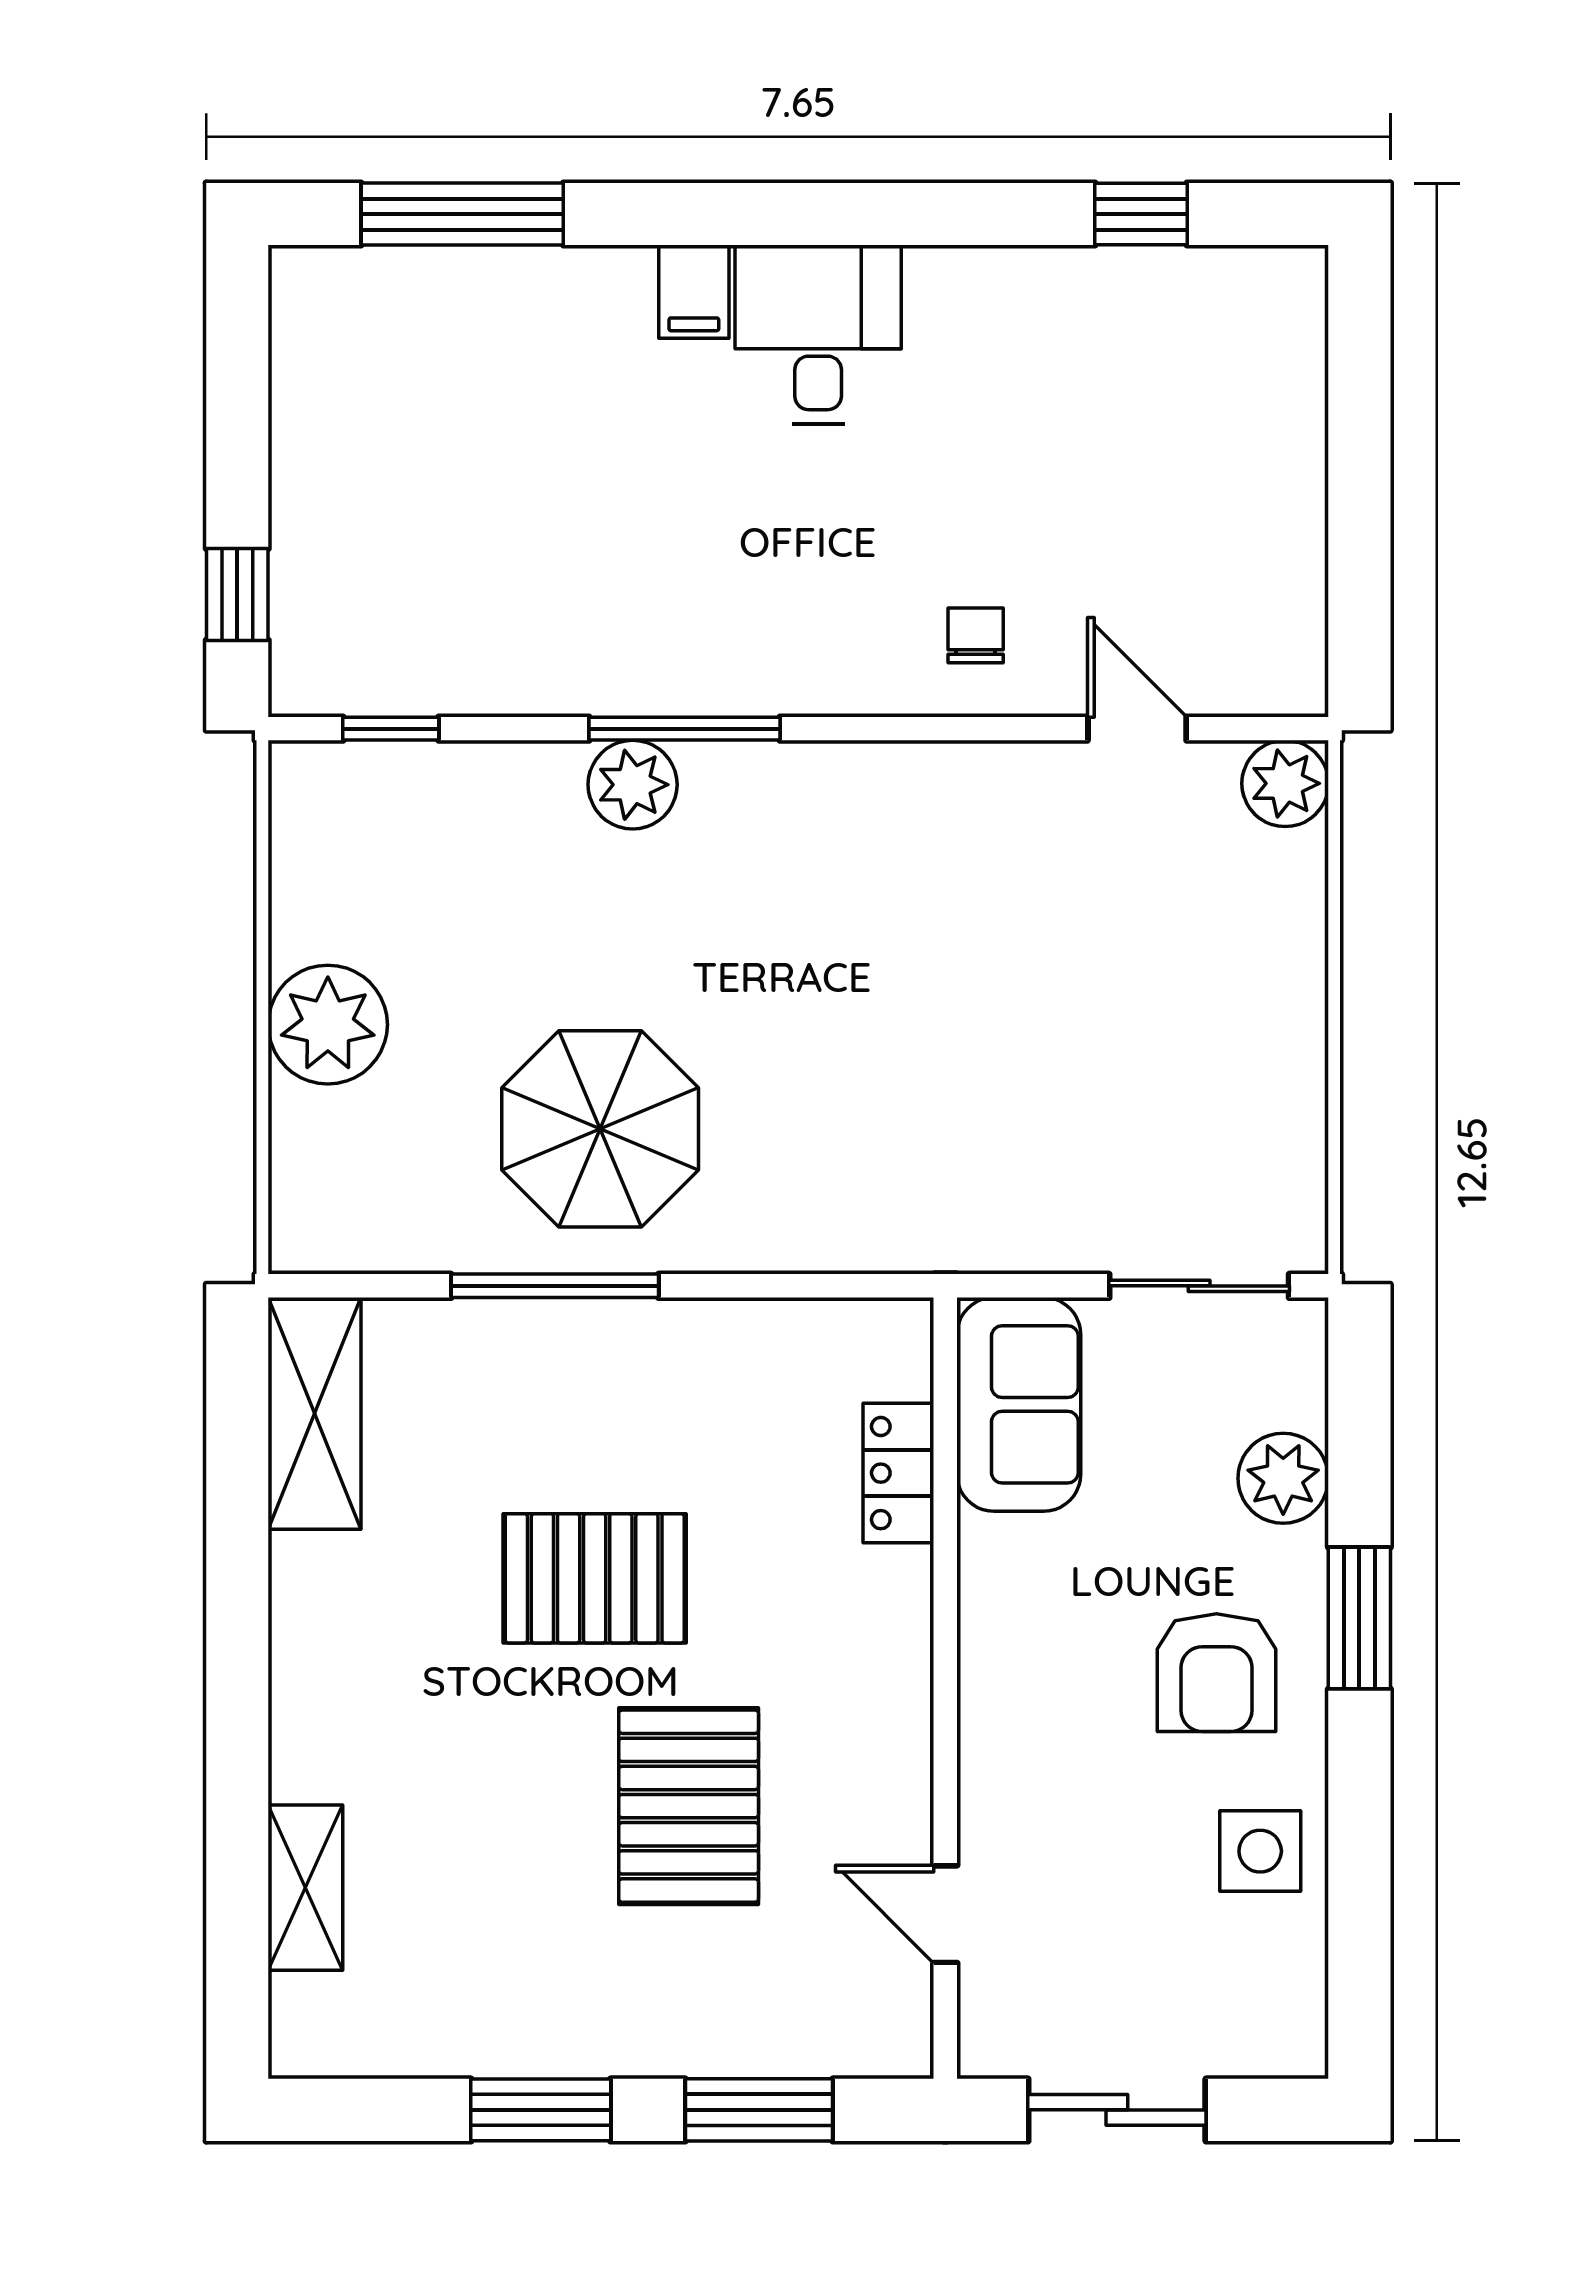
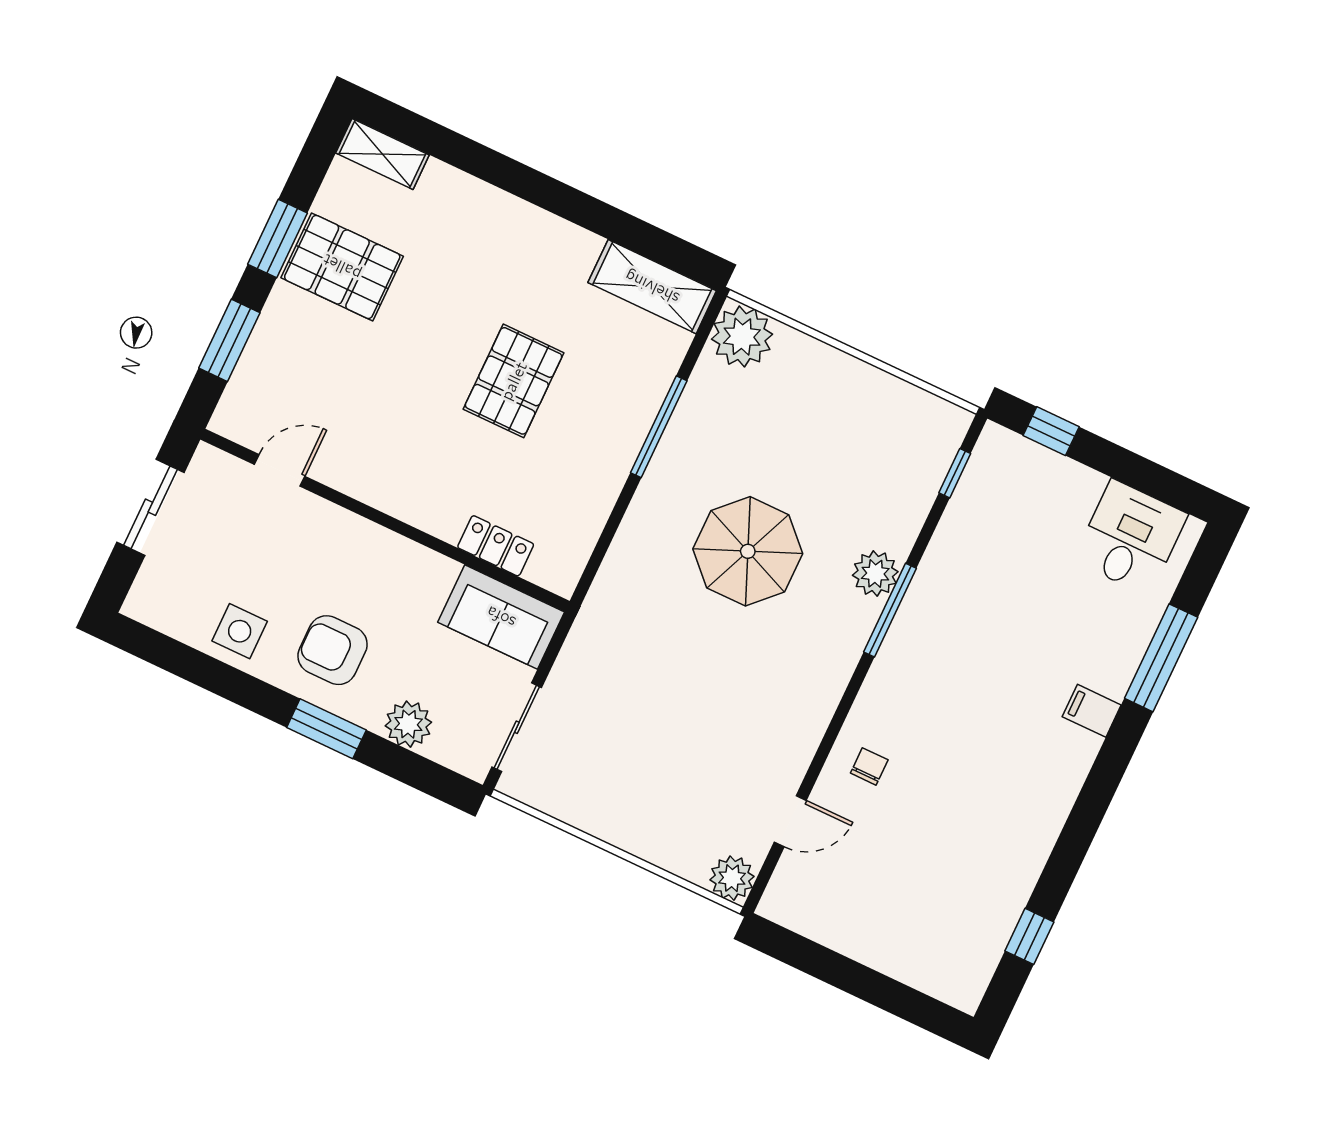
window: (462, 214) -> (1161, 658), moved
desk: (818, 335) -> (1130, 537), moved, turned -90
chair: (976, 635) -> (869, 766), turned -90
plant: (328, 1025) -> (742, 337), moved
parasol: (600, 1129) -> (748, 551), moved
pallet: (689, 1806) -> (342, 267), moved
shelving: (305, 1888) -> (382, 154), moved

